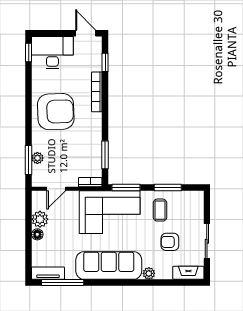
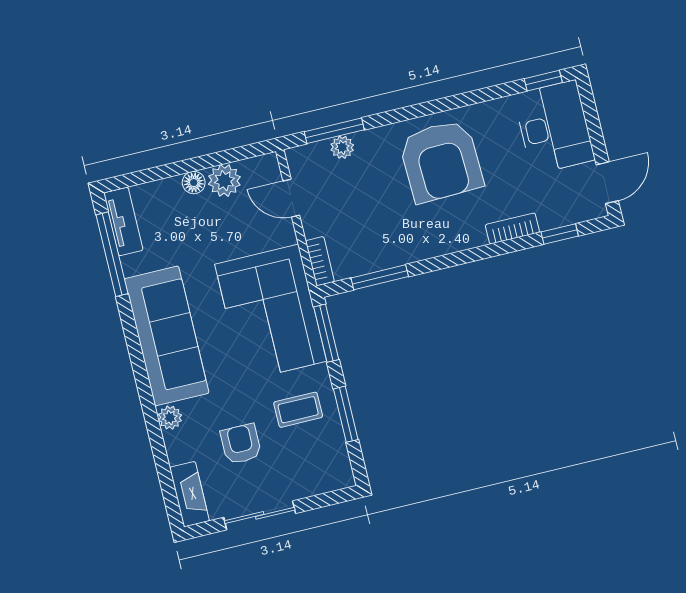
bookcase: (97, 92) -> (512, 229), width x0.64

